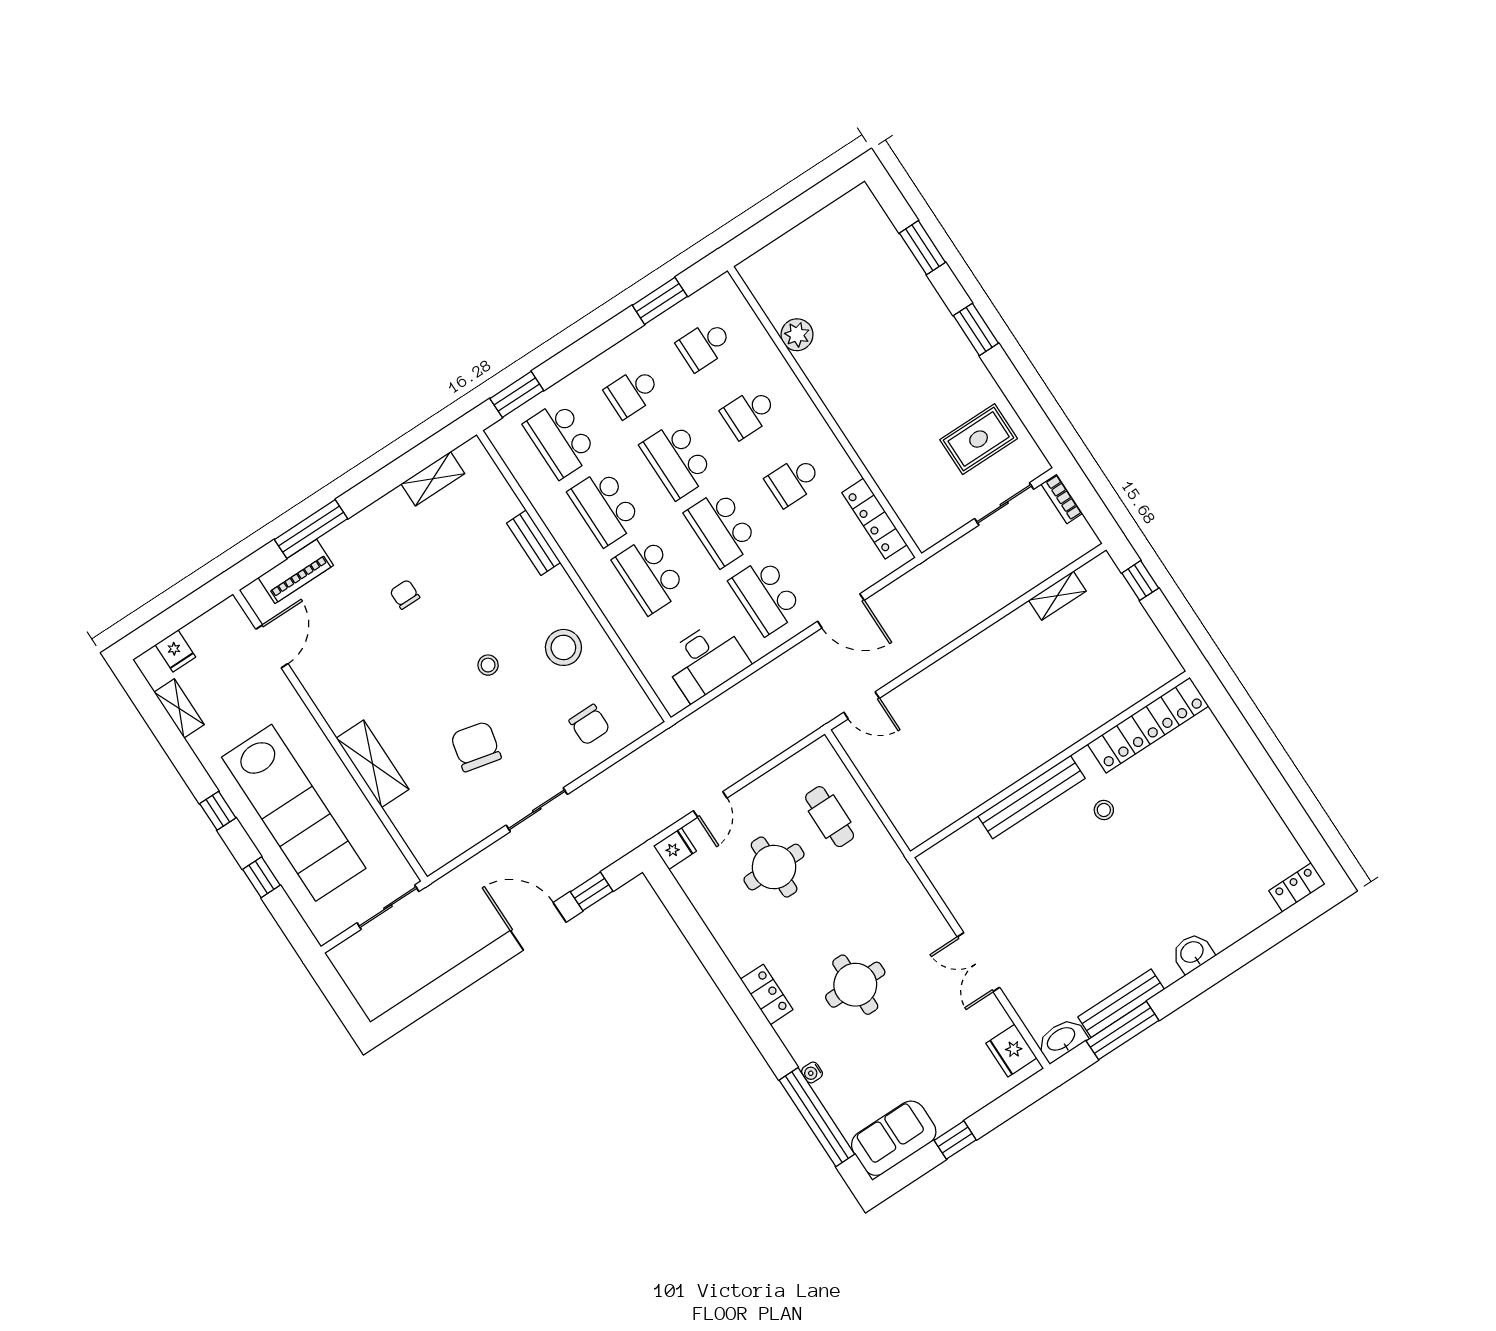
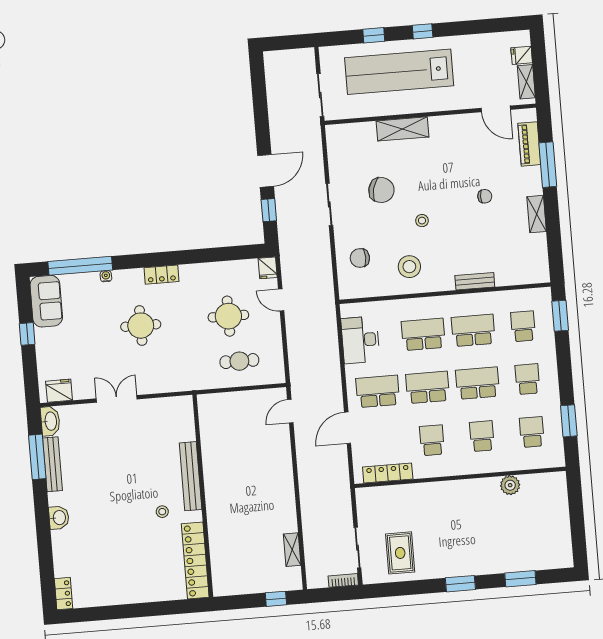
school desk: (560, 439) -> (523, 326), width x0.54
shelving: (433, 479) -> (537, 214), moved
shelving: (179, 708) -> (526, 82), moved, turned 90

